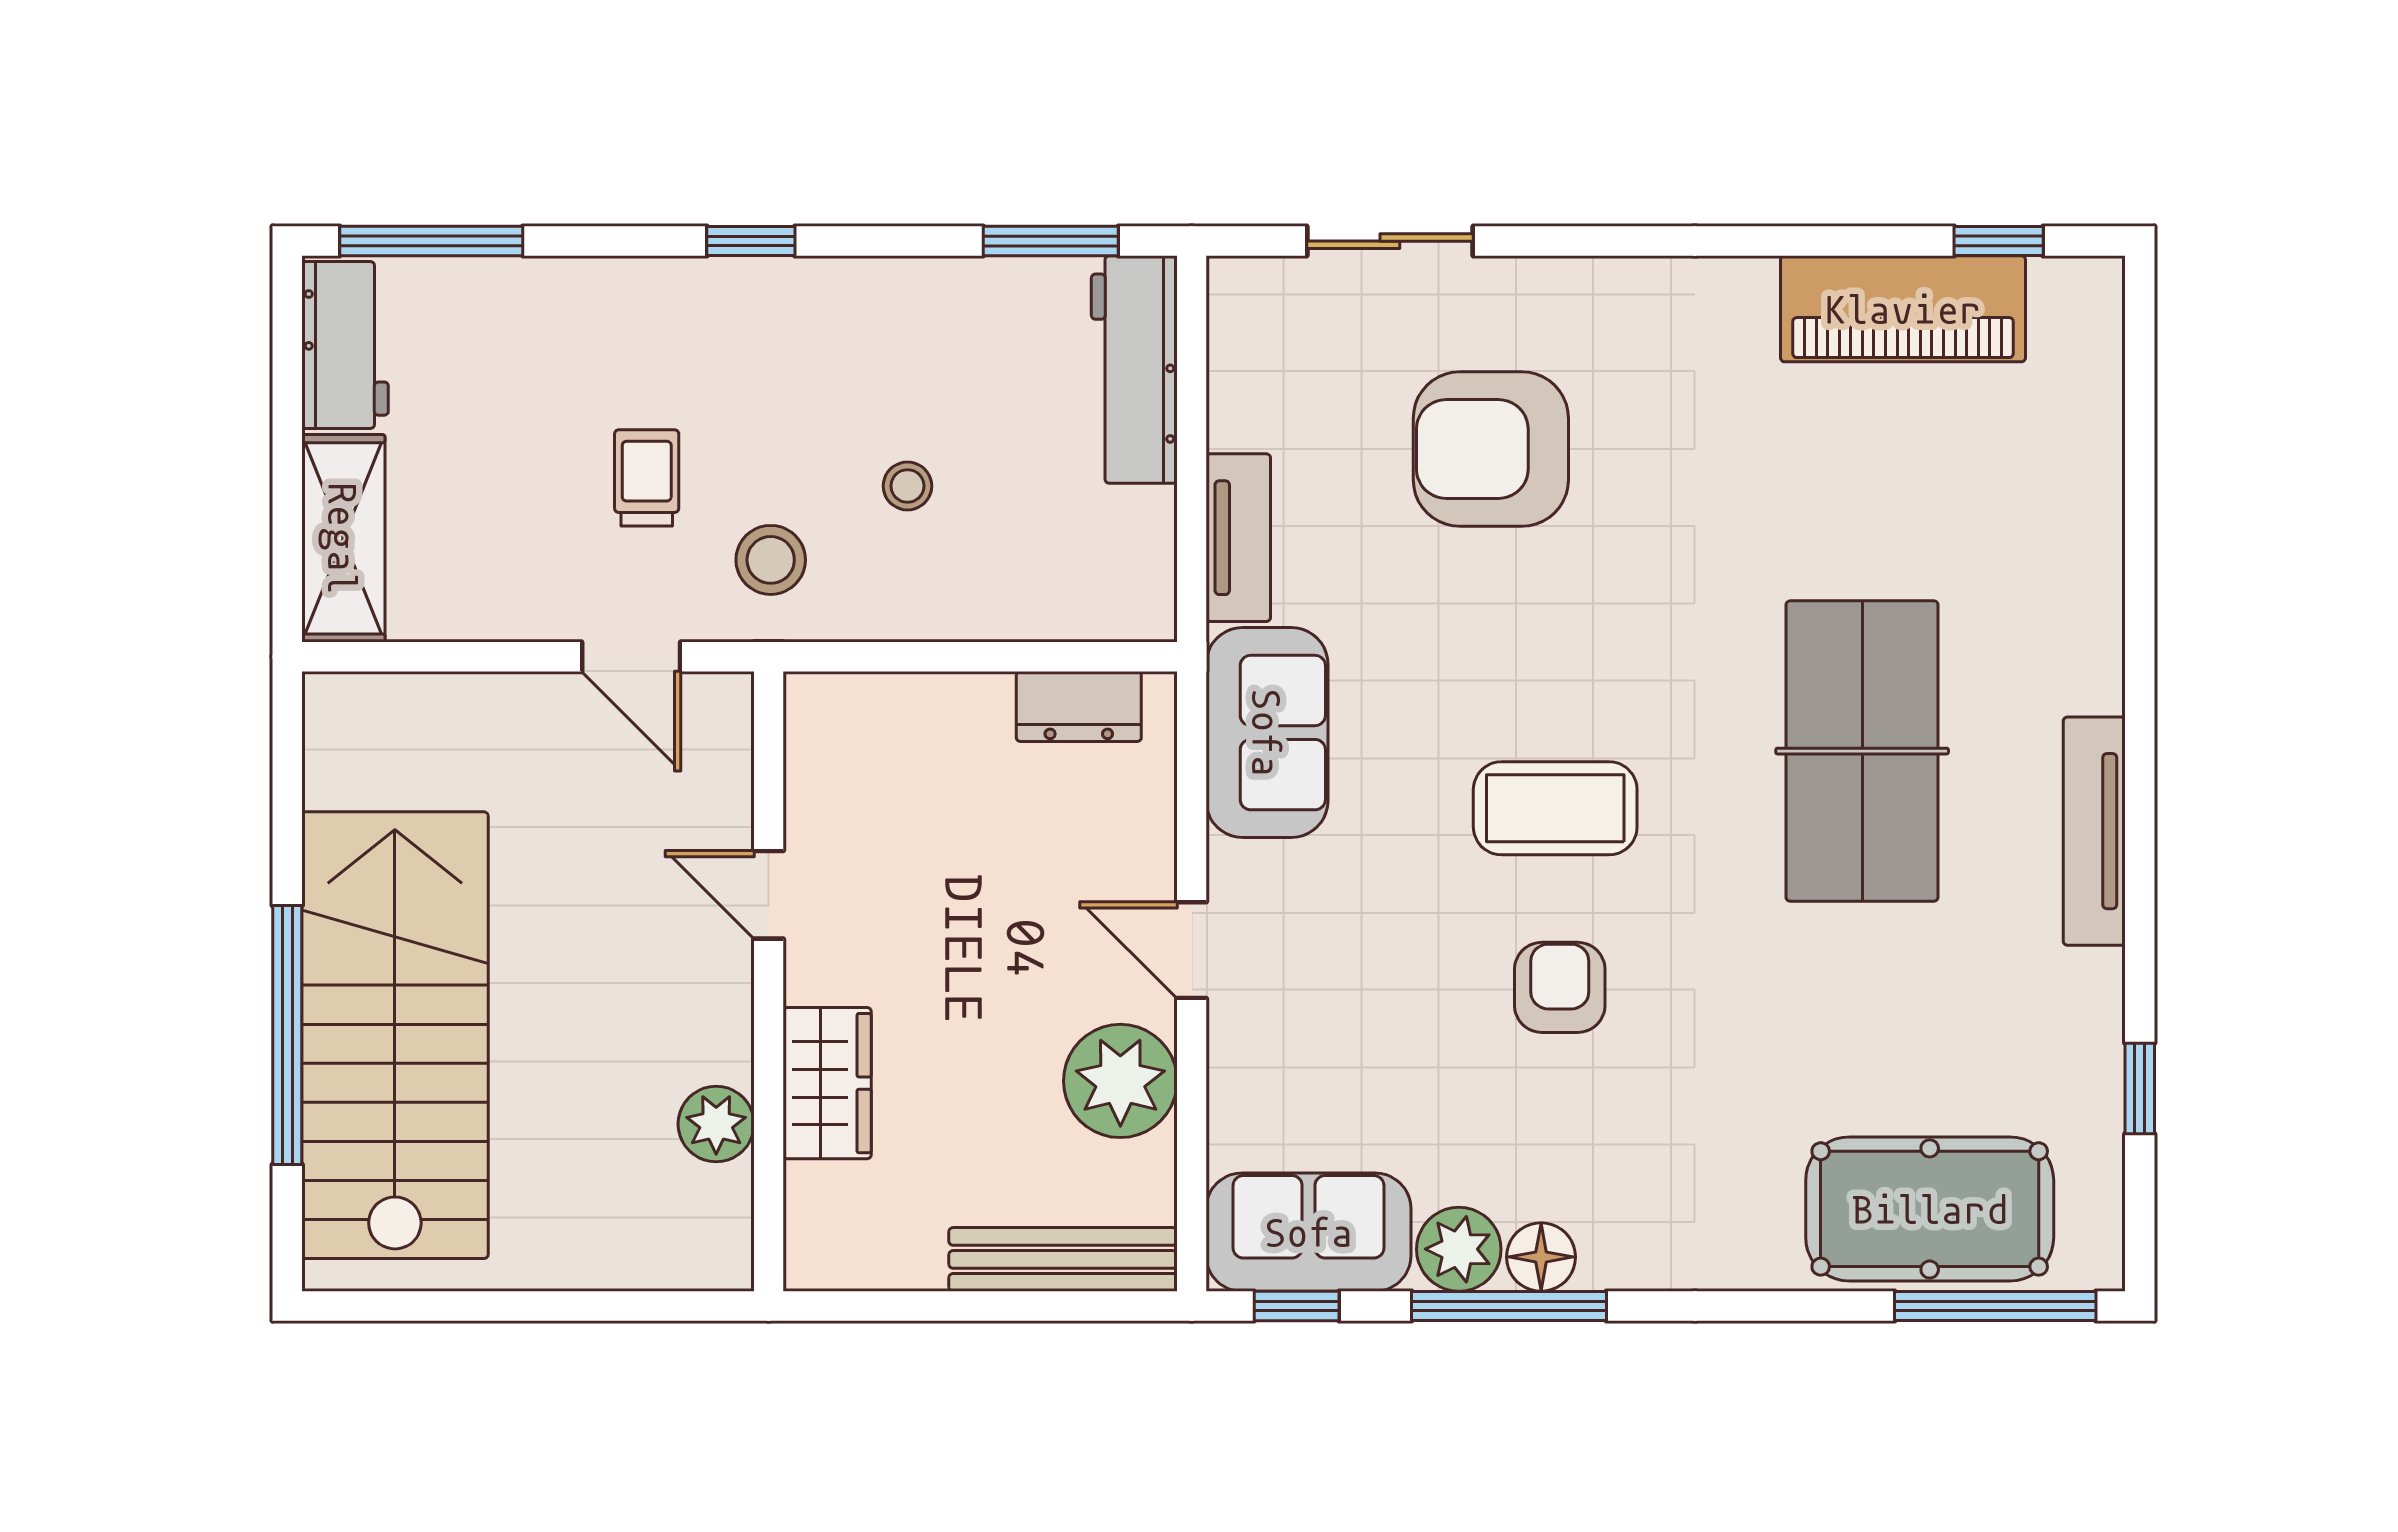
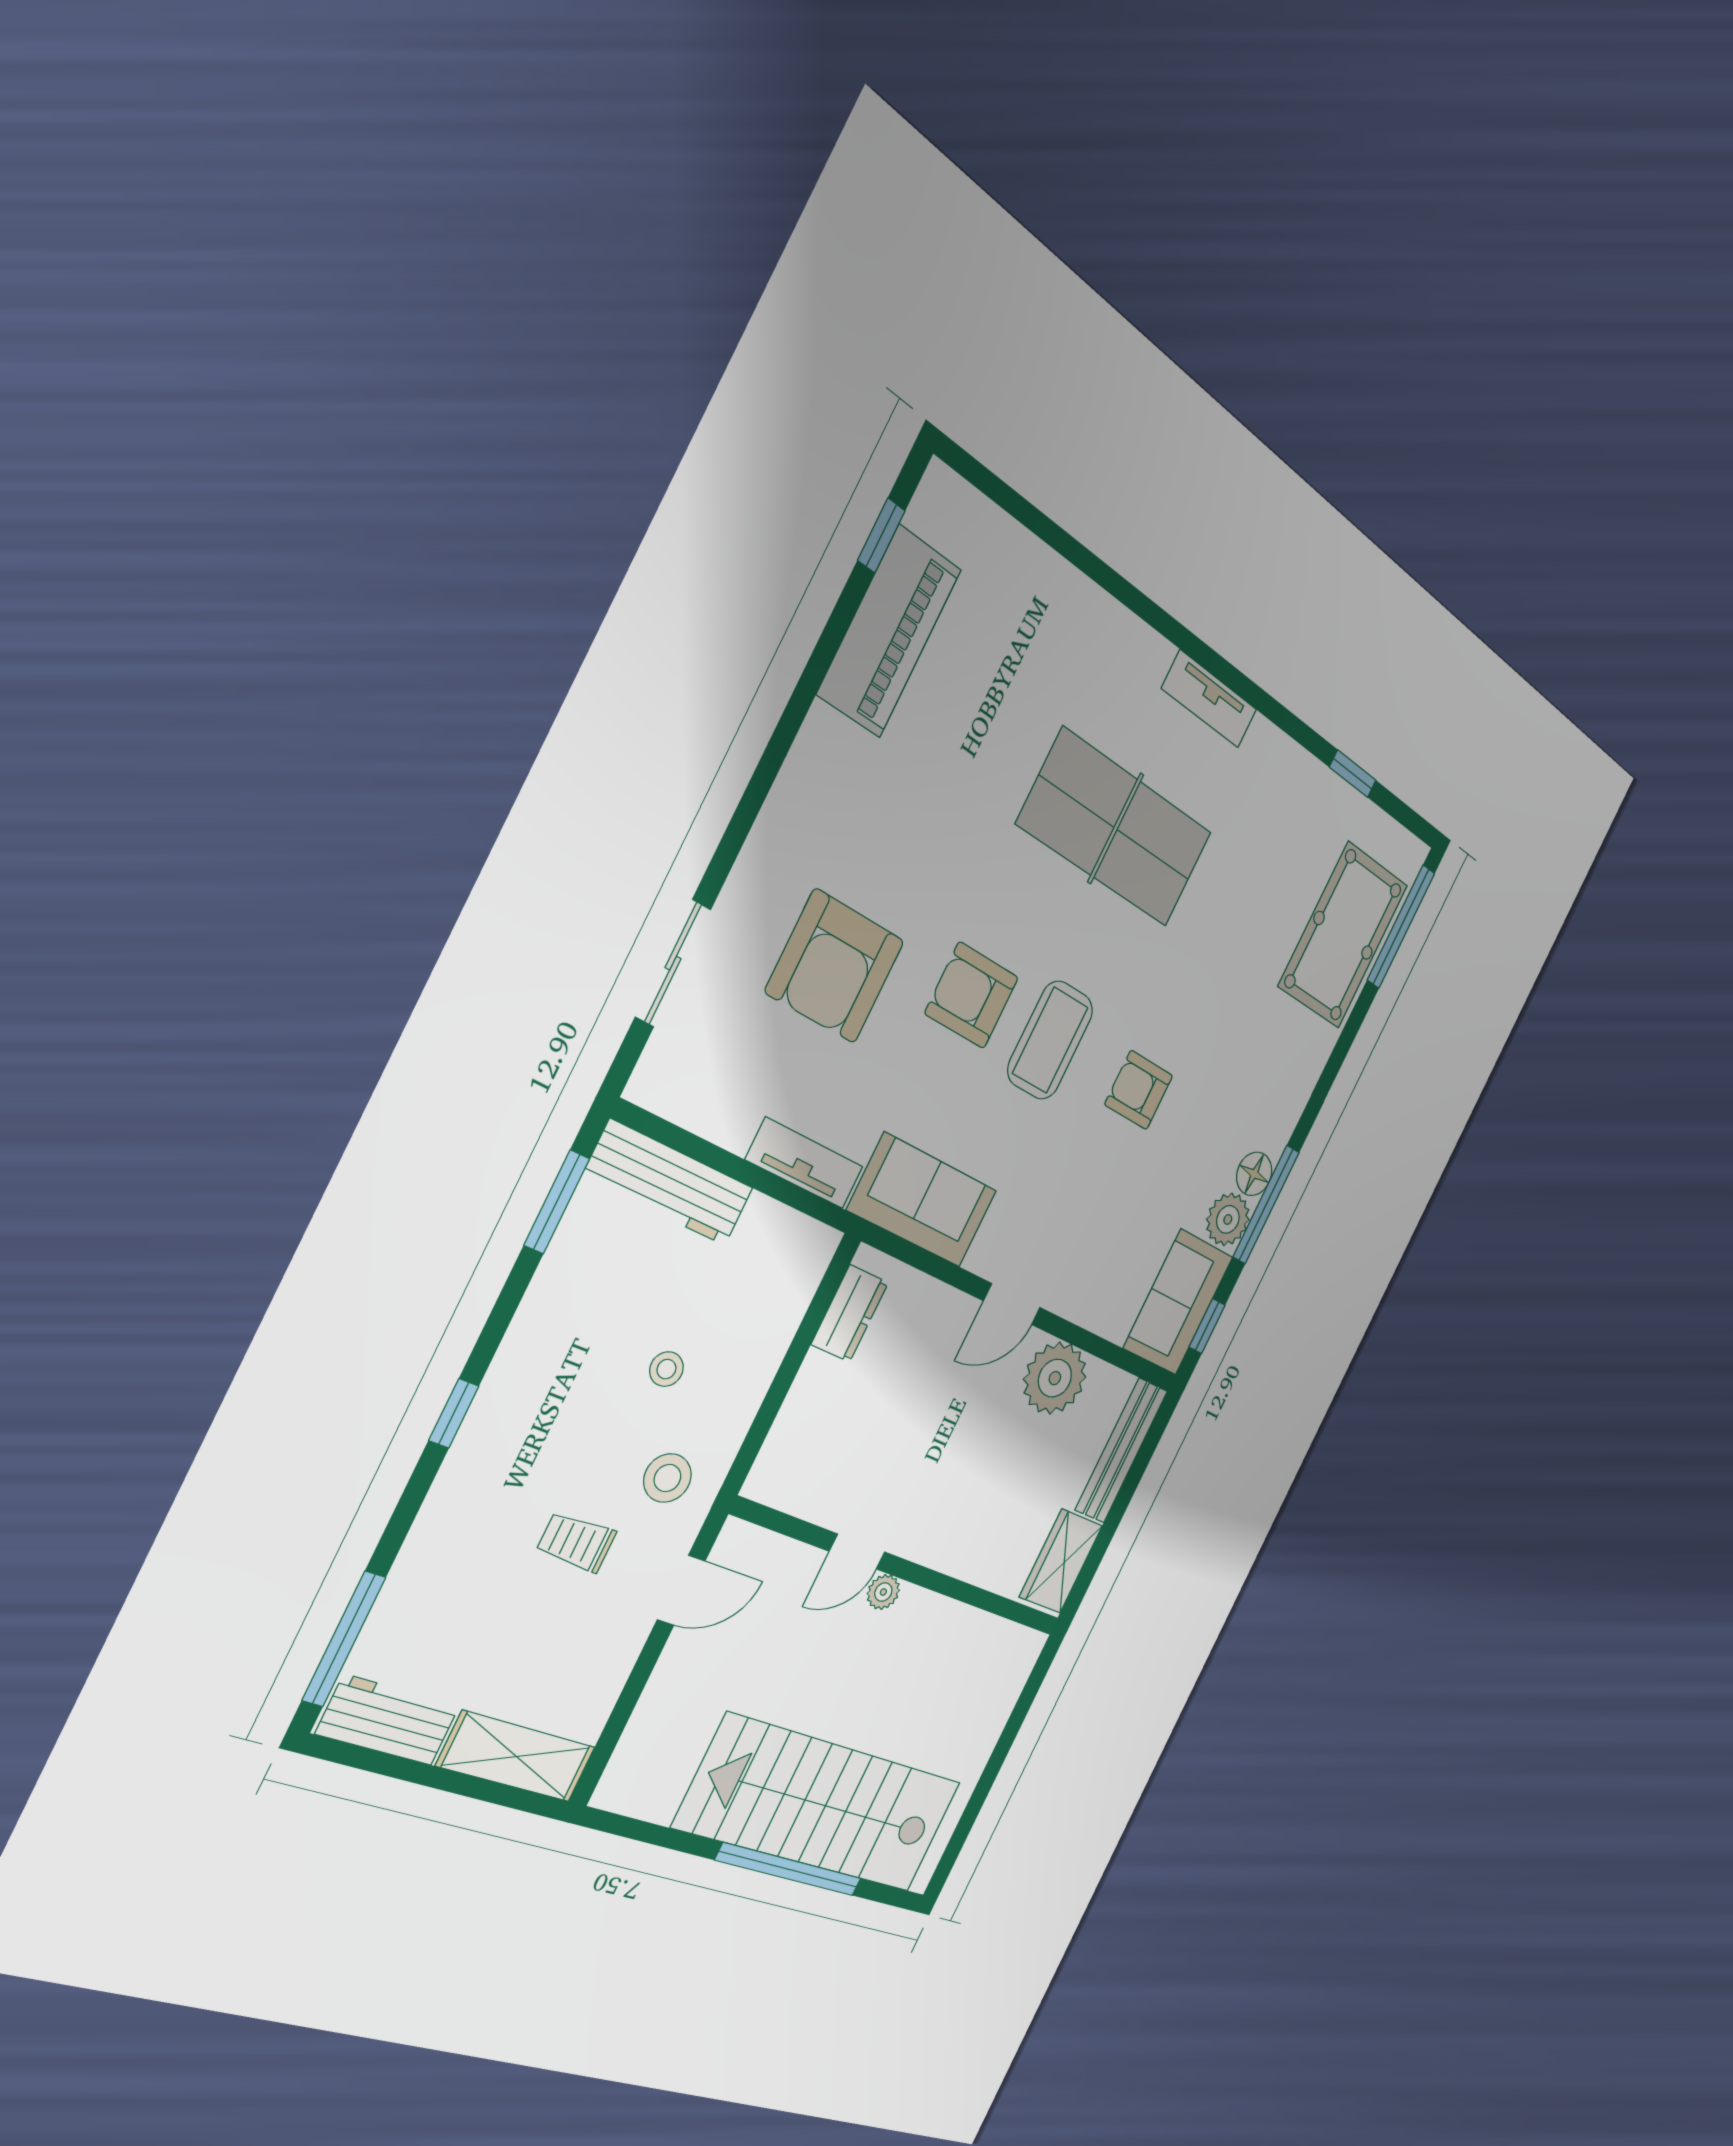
armchair: (1552, 659) -> (972, 995), added
tv unit: (2094, 831) -> (1209, 699), width x0.71
wardrobe: (827, 1083) -> (1061, 1561), moved, turned -90
plant: (716, 1124) -> (883, 1592), moved, width x0.73, depth x0.73

